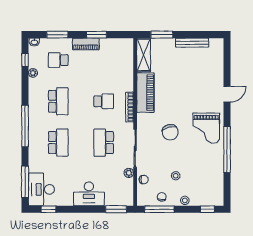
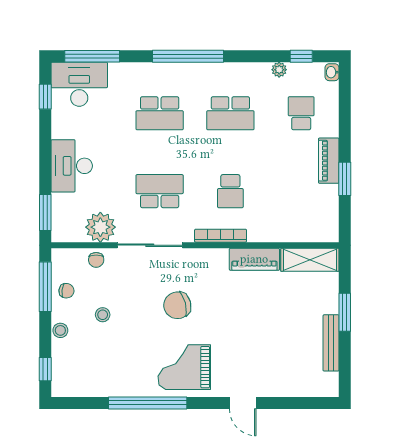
window: (57, 35) -> (345, 112), removed
window: (162, 35) -> (345, 312), moved
piano: (146, 93) -> (254, 259), width x0.73, depth x0.75
plant: (129, 173) -> (100, 227), width x1.88, depth x1.88

